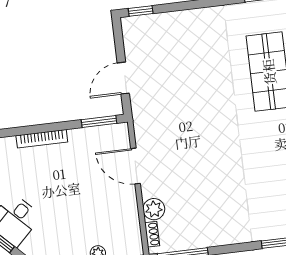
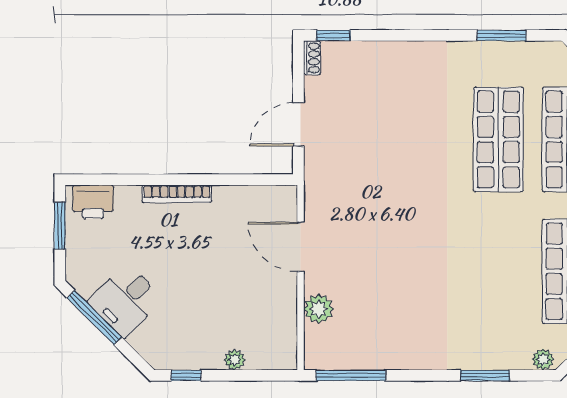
window: (99, 121) -> (258, 180), removed
shoe rack: (152, 234) -> (312, 58), moved

